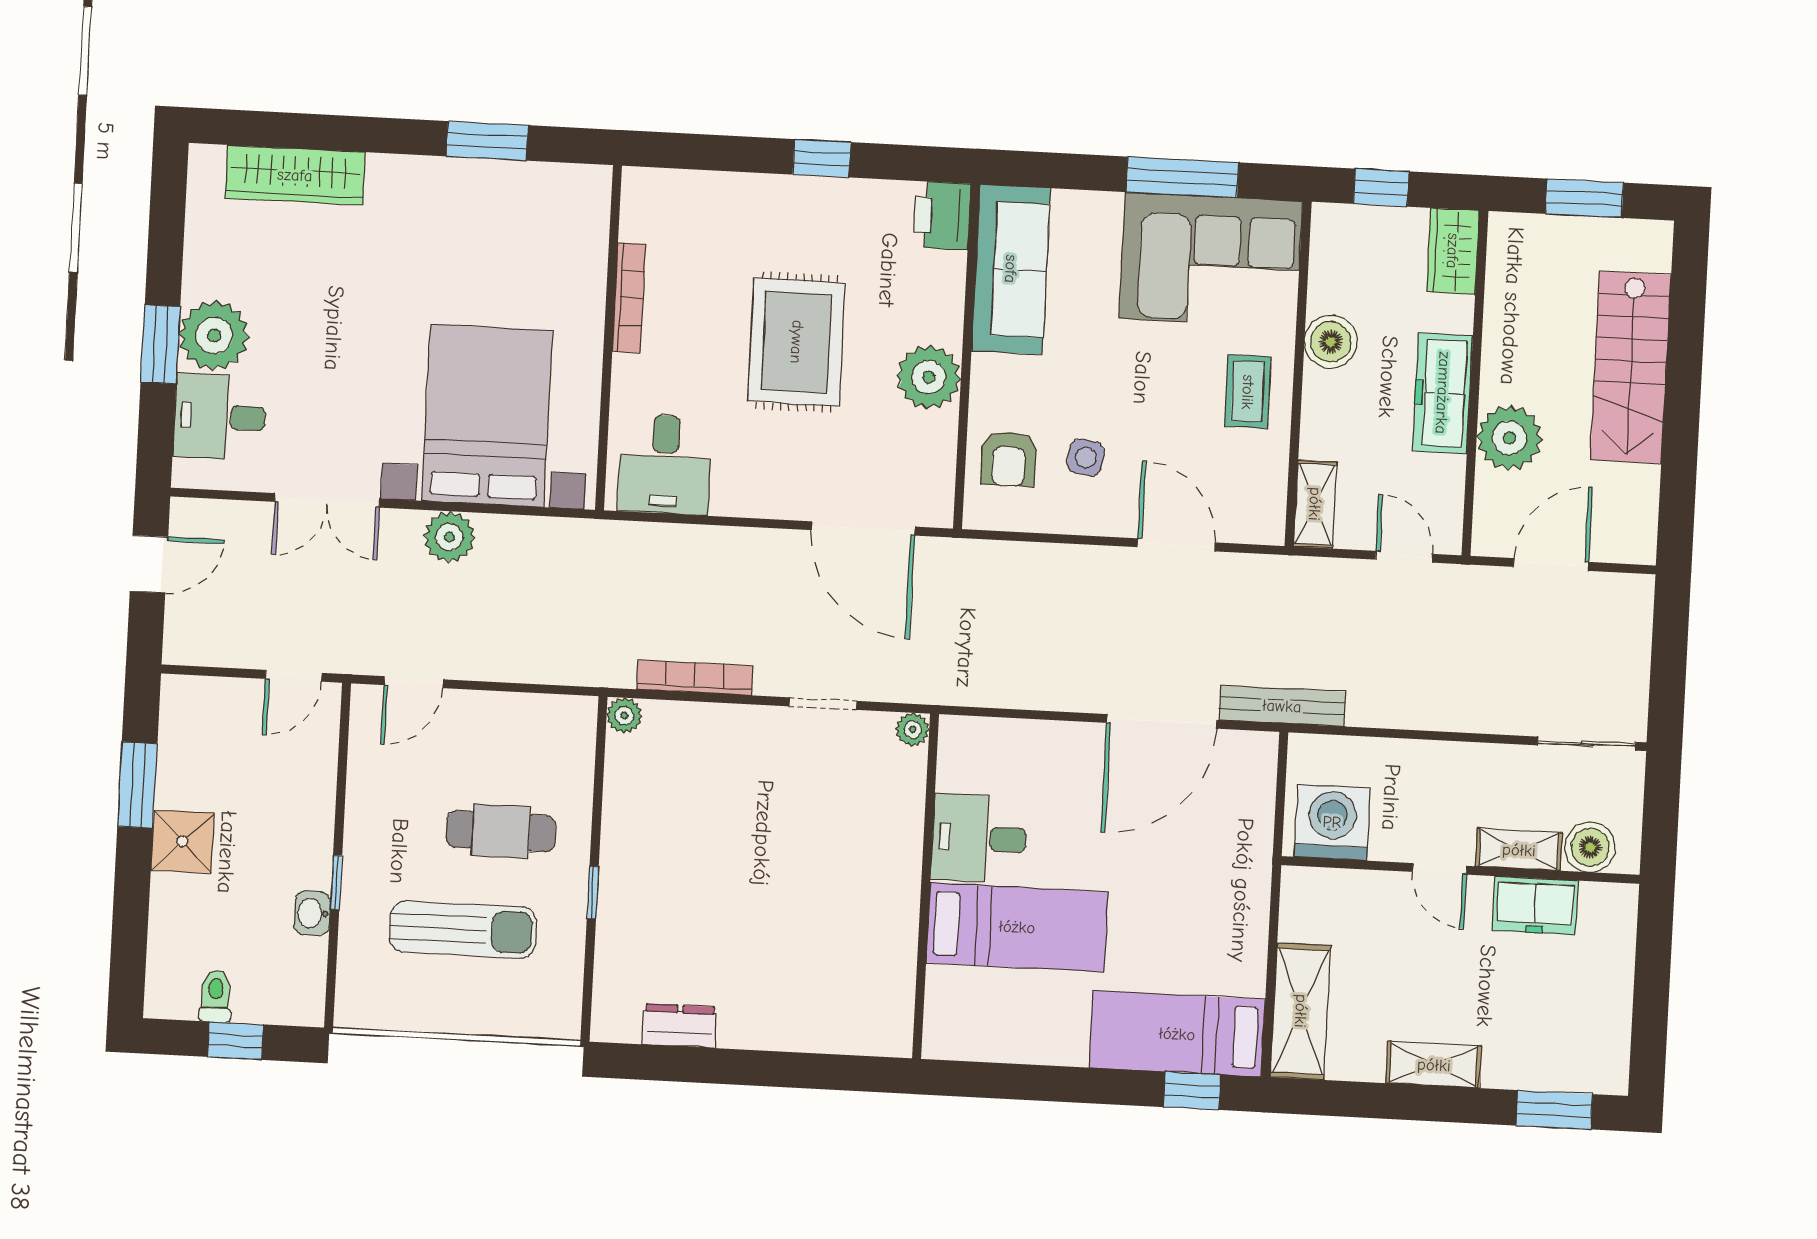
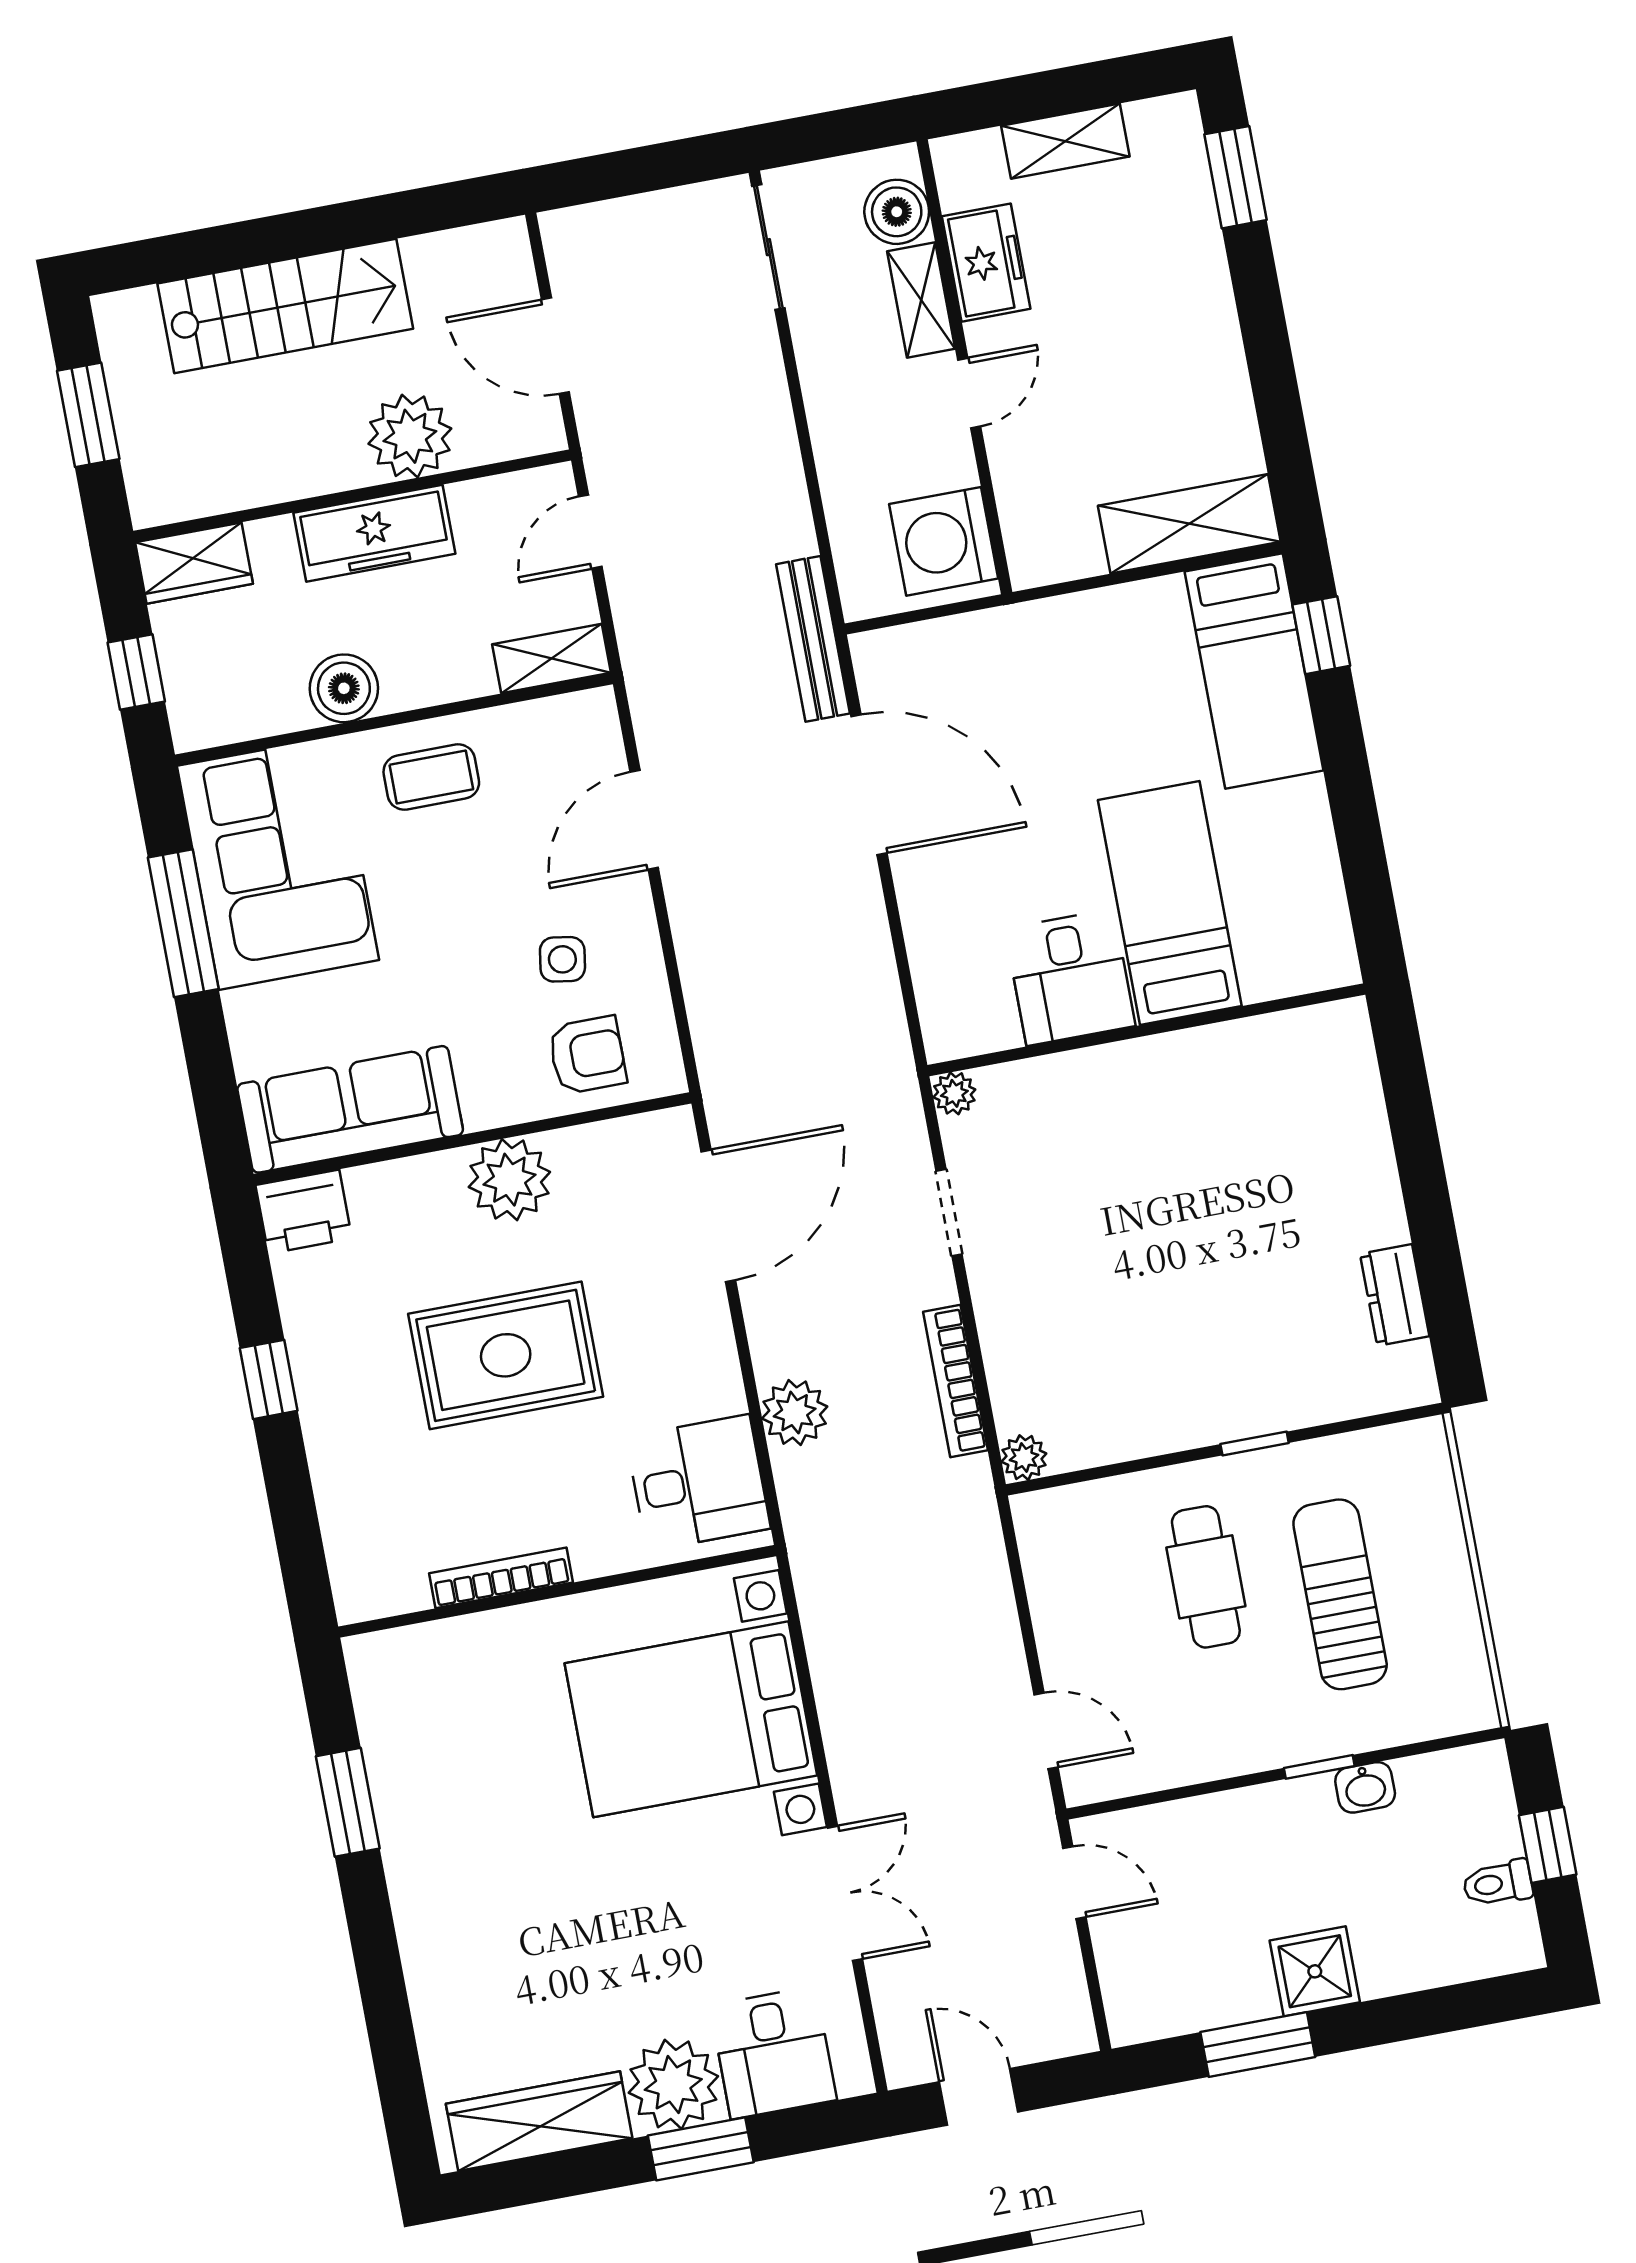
wardrobe: (295, 175) -> (539, 2121), moved, turned -90
plant: (449, 537) -> (795, 1413), moved
shelving: (1434, 1065) -> (1065, 141), moved, turned 90

